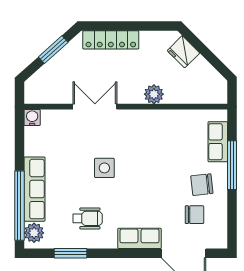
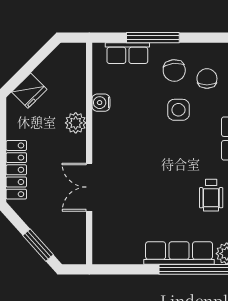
window: (53, 50) -> (38, 245), moved
water cooler: (32, 118) -> (101, 103), moved
side table: (104, 168) -> (178, 110), moved
wheelchair: (88, 218) -> (211, 195), turned 180

